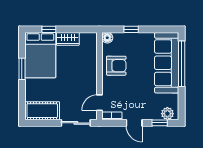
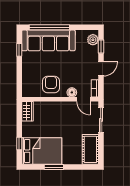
window: (131, 29) -> (19, 50), moved
floor lamp: (107, 38) -> (72, 92), moved
wardrobe: (68, 39) -> (27, 111), moved

